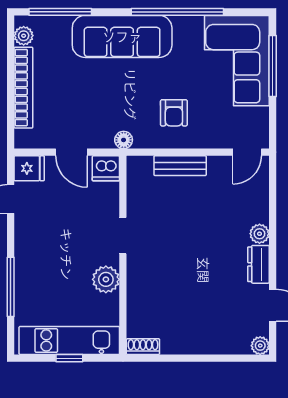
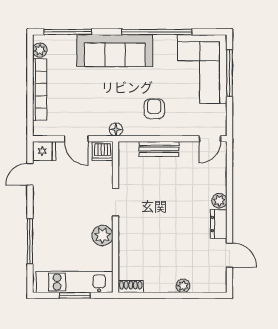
armchair: (174, 113) -> (154, 109), turned 180
plant: (260, 346) -> (183, 286), moved
window: (69, 358) -> (75, 295), width x1.50

